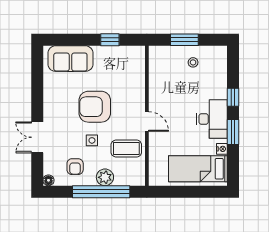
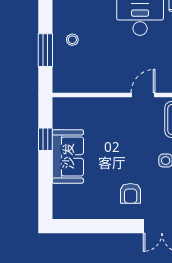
sofa: (70, 59) -> (68, 156), moved
armchair: (95, 107) -> (131, 193), moved, width x0.53, depth x0.53

